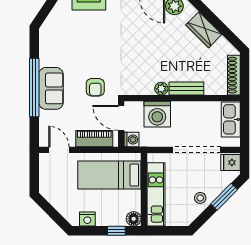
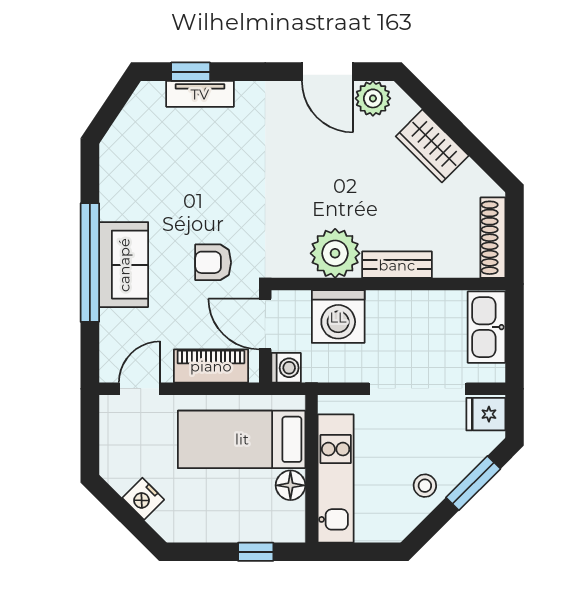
armchair: (95, 87) -> (213, 262), turned 90
plant: (161, 89) -> (335, 253), width x1.87, depth x1.87
door: (59, 150) -> (140, 389), hinge flipped
nightstand: (87, 219) -> (143, 499), moved, turned 45
floor lamp: (134, 219) -> (290, 485), moved

